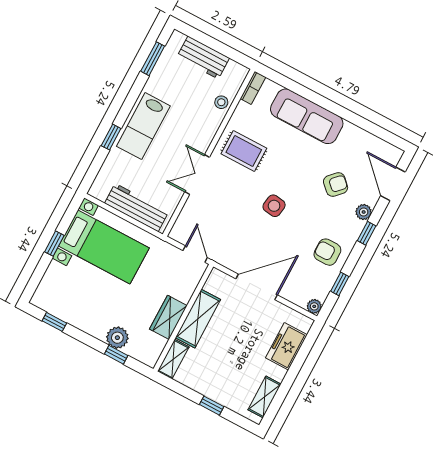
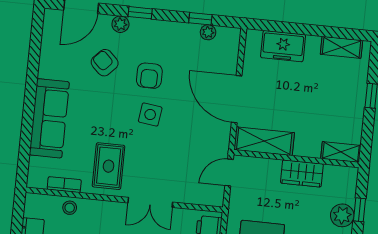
bookcase: (253, 88) -> (64, 185), moved
armchair: (327, 252) -> (149, 76), moved
plant: (314, 306) -> (208, 32), moved
shelving: (198, 319) -> (264, 141), moved

